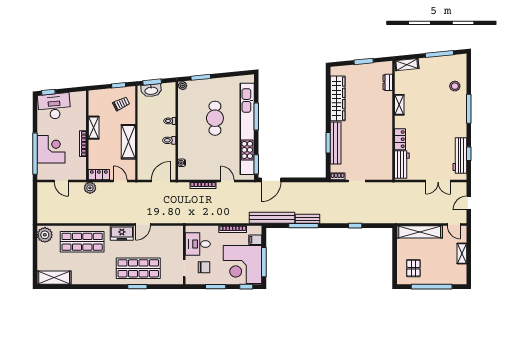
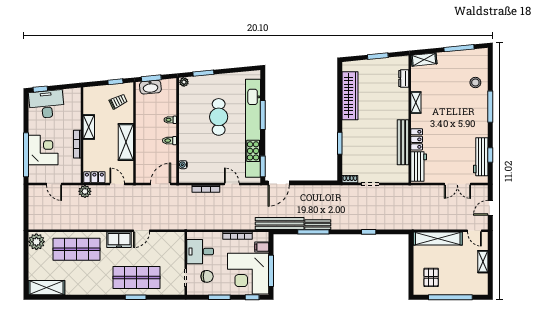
bench: (336, 143) -> (403, 142), moved

